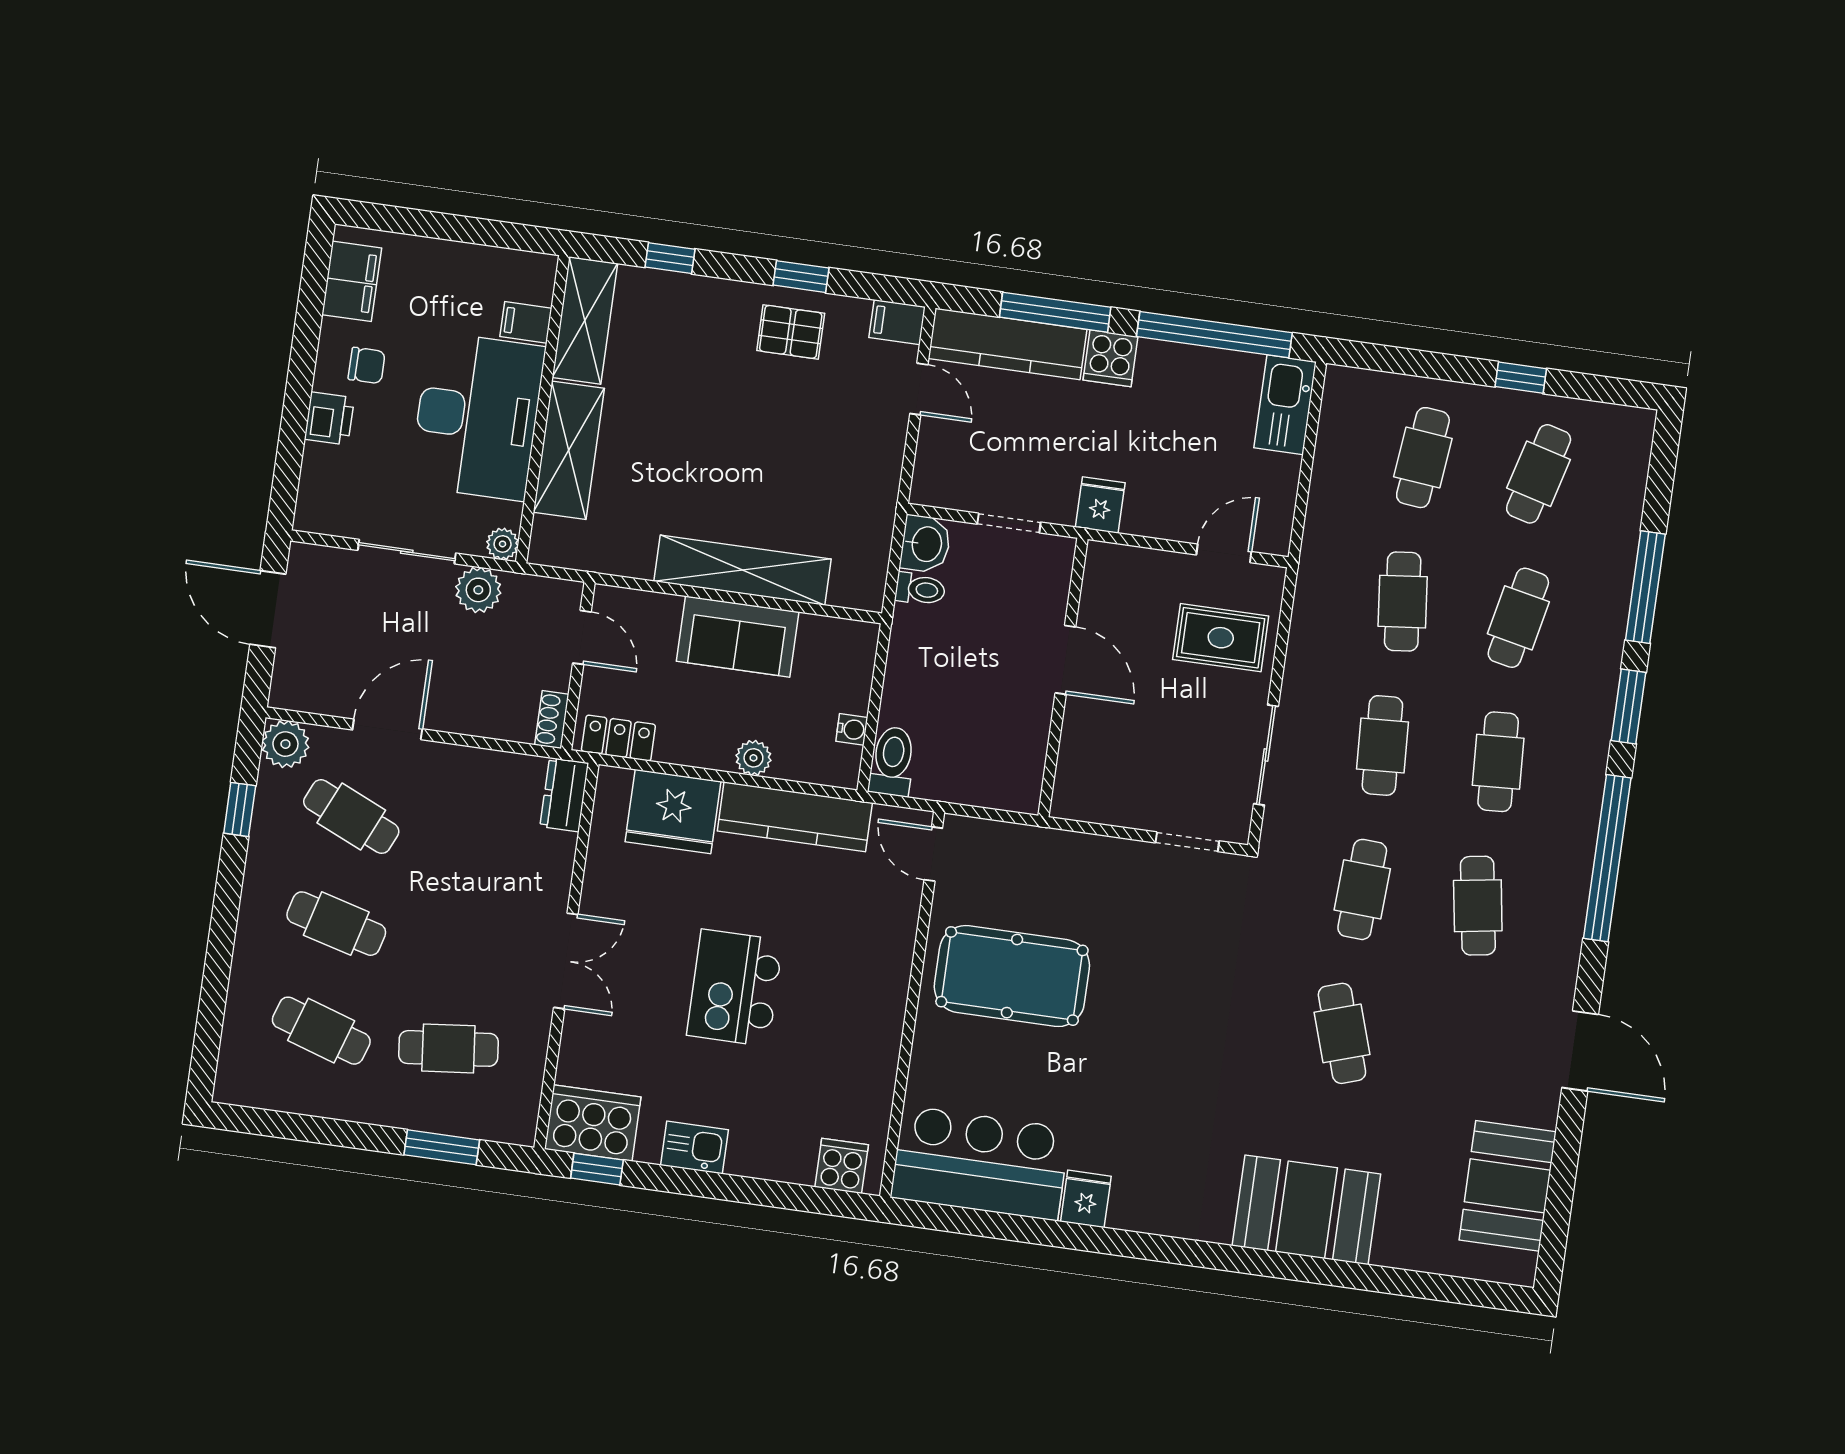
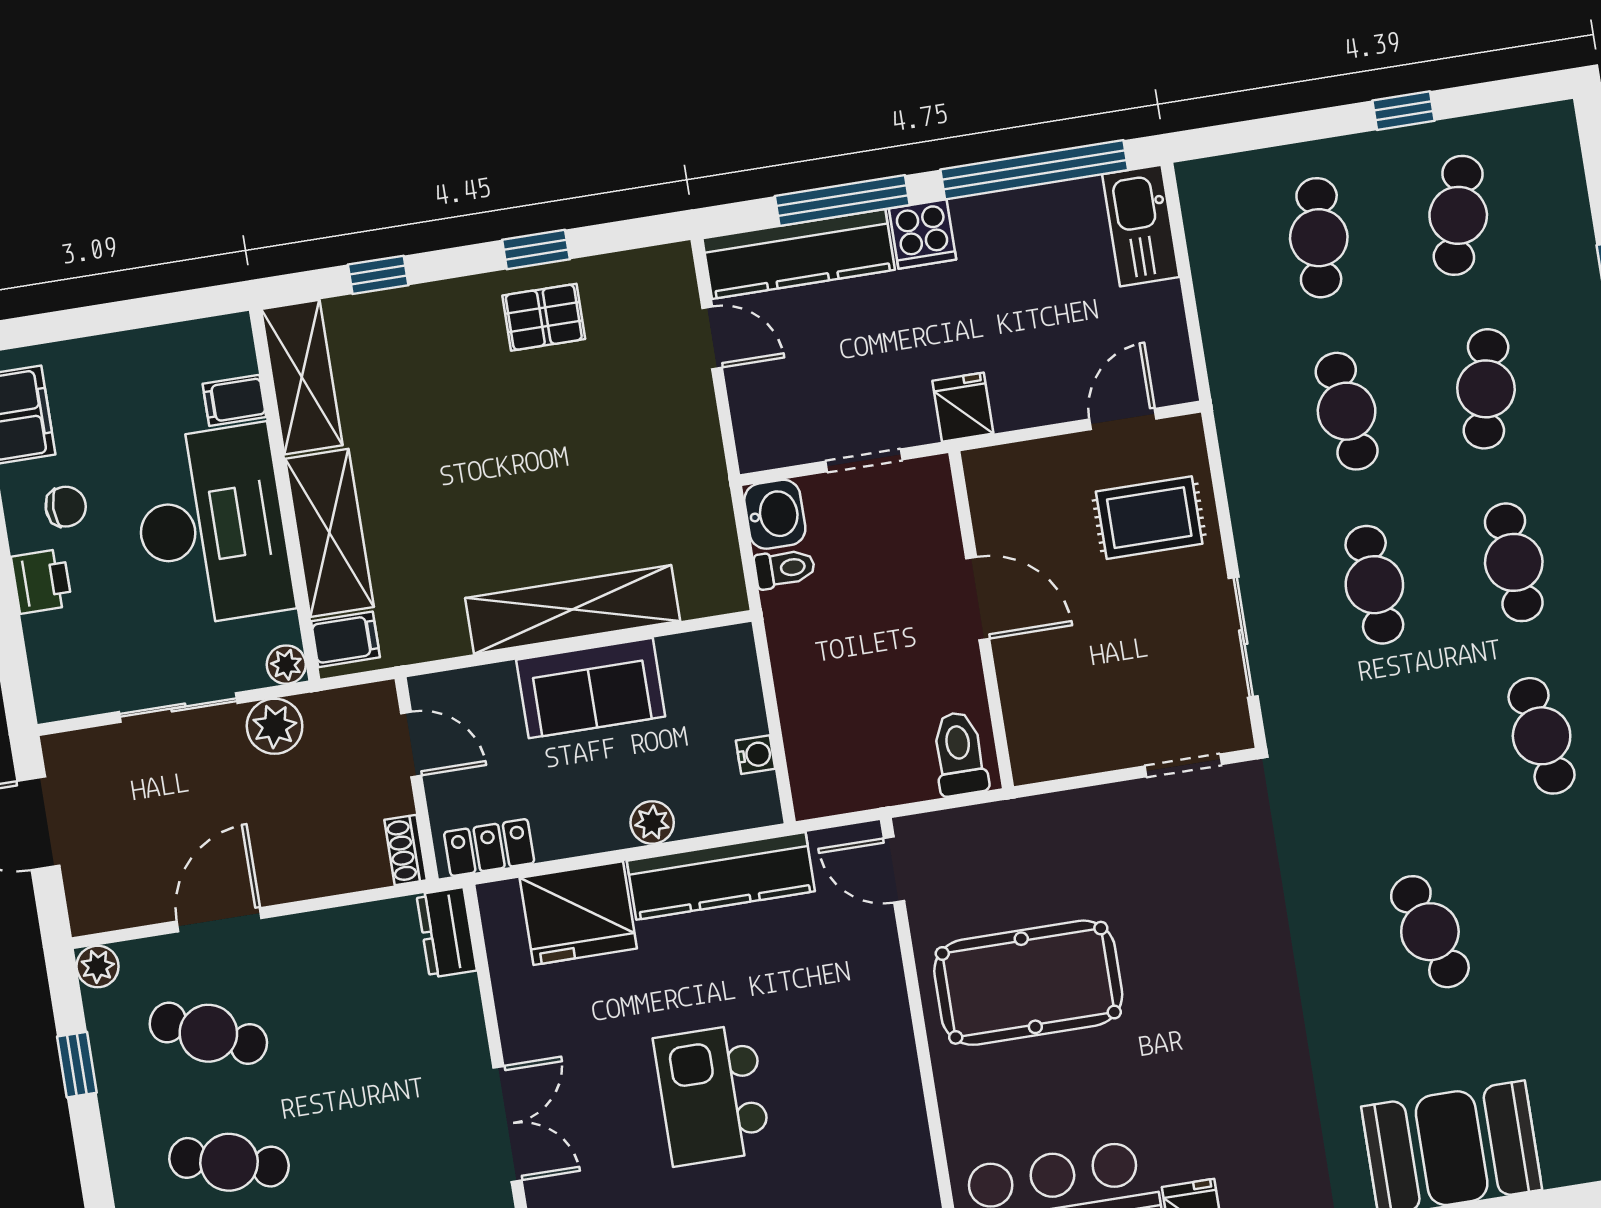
filing cabinet: (897, 322) -> (345, 639), moved, turned 180
plant: (285, 744) -> (98, 966), width x0.73, depth x0.73
toilet: (892, 761) -> (959, 754), moved
cafe table: (1362, 889) -> (1402, 758), removed

